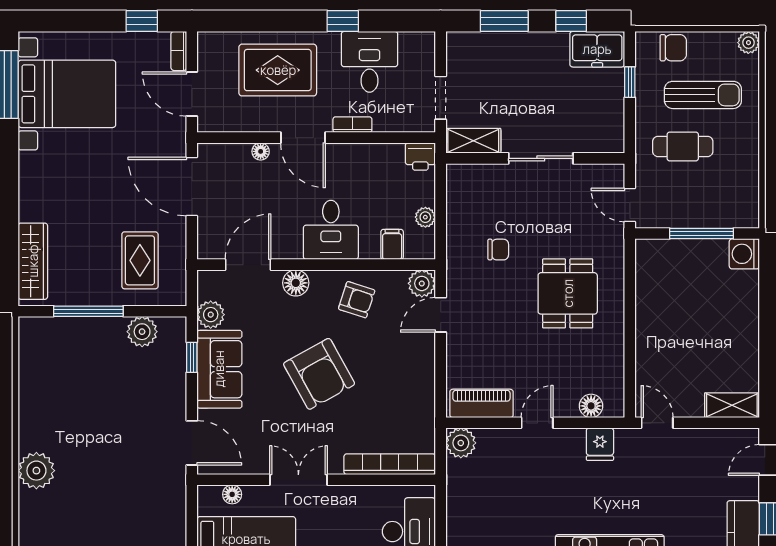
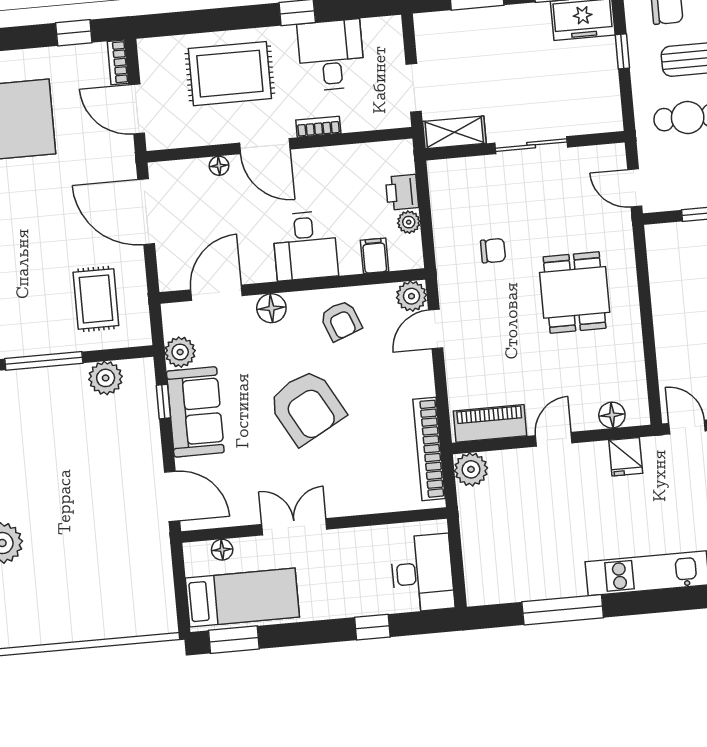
printer: (420, 156) -> (402, 192), moved, turned 90
armchair: (357, 300) -> (341, 321), turned 51
bookcase: (390, 464) -> (429, 449), moved, turned -90

